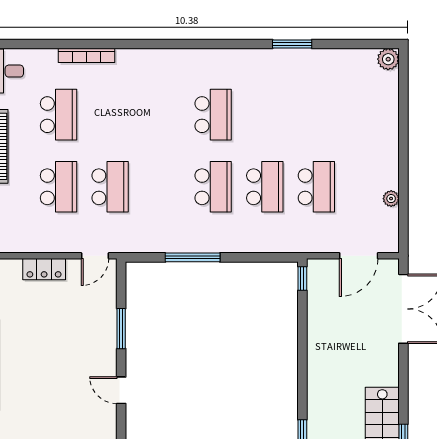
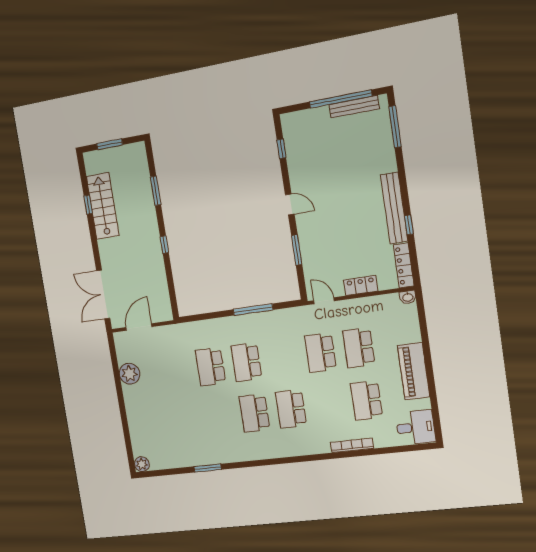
school desk: (316, 187) -> (291, 409), moved
plant: (391, 199) -> (130, 374), width x1.88, depth x1.88
door: (95, 256) -> (324, 301), hinge flipped
window: (302, 278) -> (164, 245), moved

